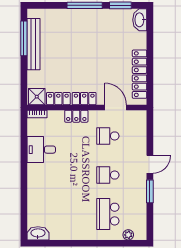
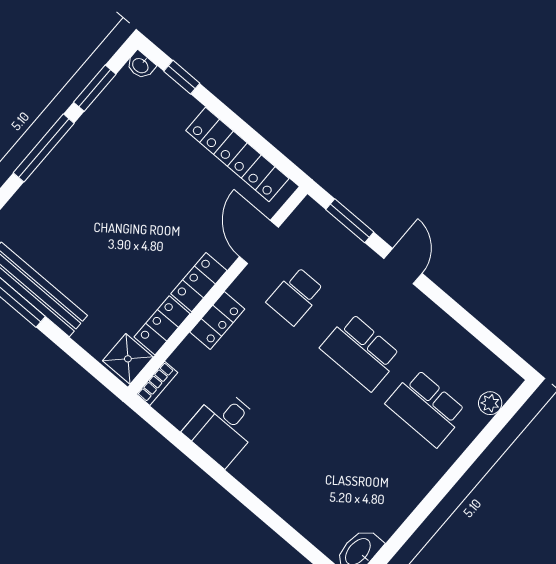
washbasin: (140, 20) -> (141, 65), width x0.52, depth x0.69
window: (150, 32) -> (182, 77), added
door: (116, 107) -> (259, 242), hinge flipped
school desk: (108, 175) -> (361, 352), width x1.85
window: (150, 191) -> (350, 221), moved

